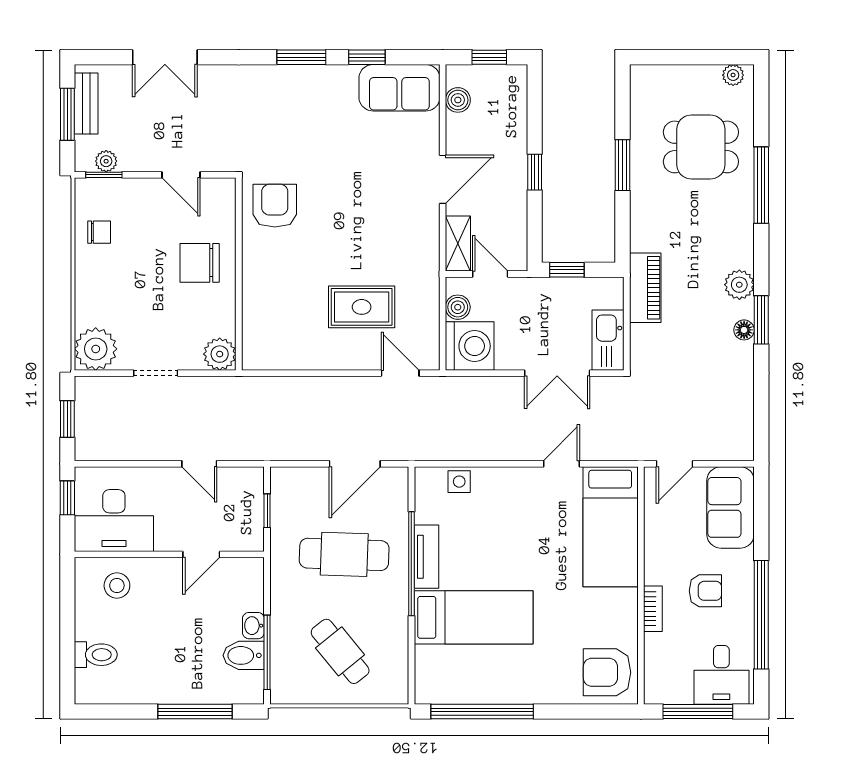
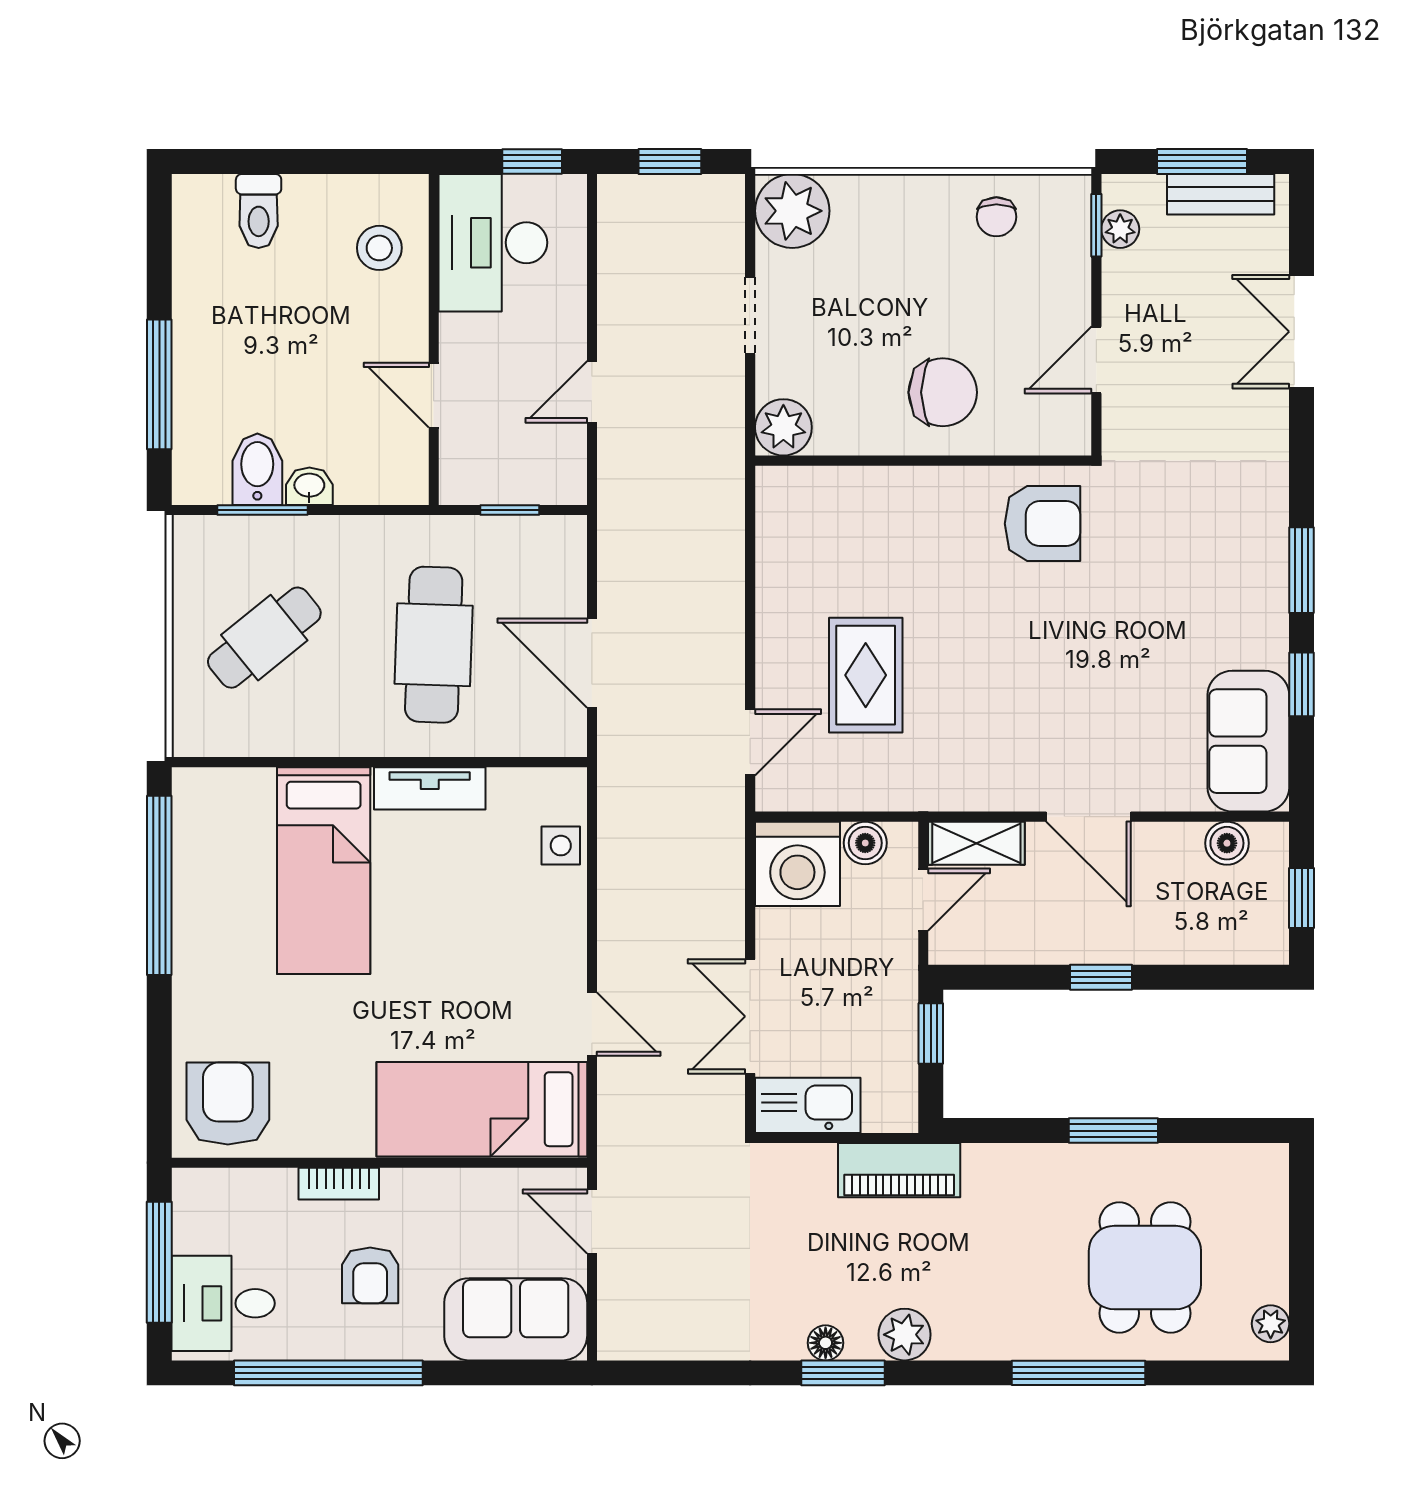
chair: (200, 263) -> (943, 392), turned 90
window: (411, 564) -> (417, 762), removed
window: (267, 652) -> (263, 510), width x0.69

